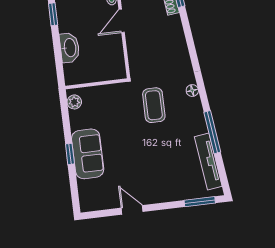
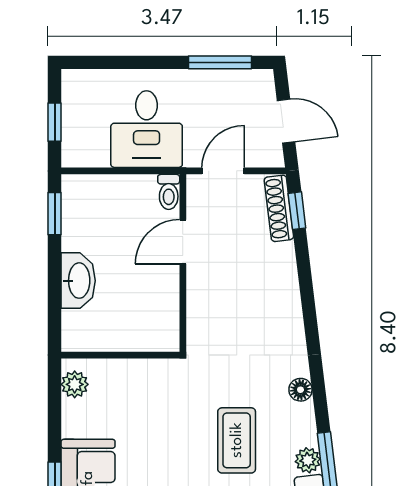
coffee table: (154, 105) -> (237, 440), moved
plant: (200, 127) -> (308, 460), added

